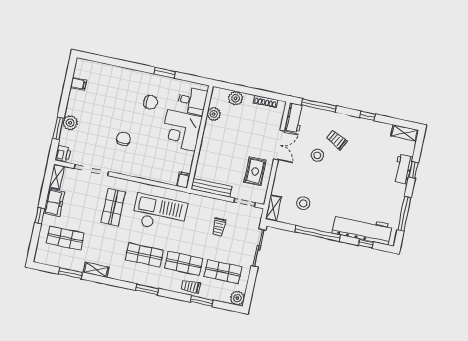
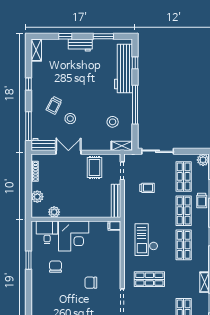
workbench: (403, 169) -> (80, 45), moved
rug: (255, 171) -> (95, 168), turned 90
checkout: (159, 213) -> (146, 240), width x0.73, depth x0.83
window: (404, 214) -> (103, 36), width x0.69

